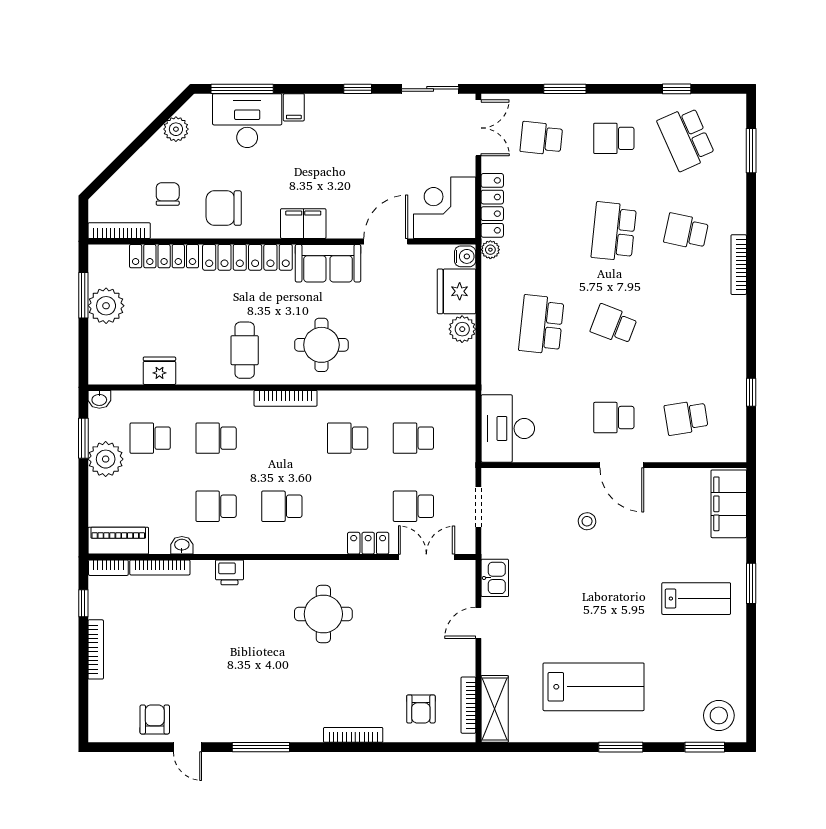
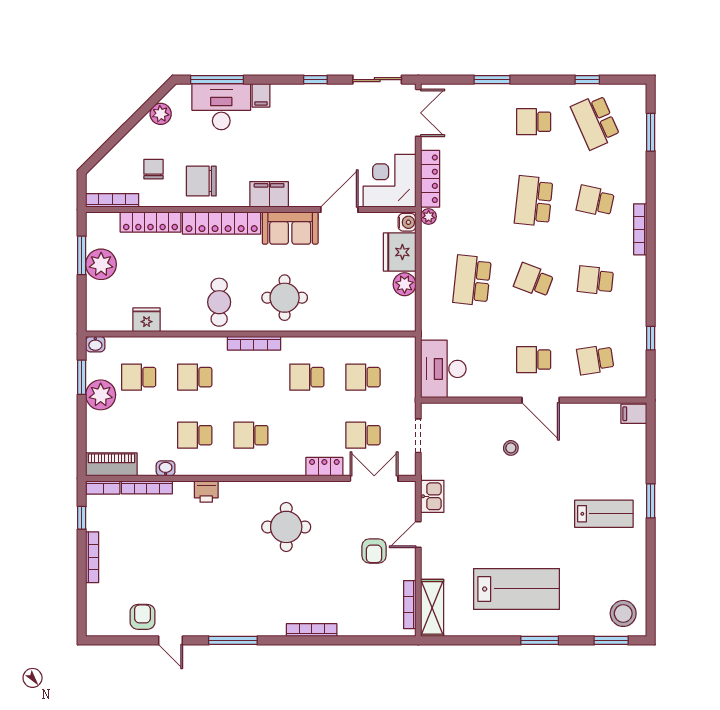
school desk: (541, 138) -> (595, 280), moved
filing cabinet: (729, 504) -> (634, 414), width x0.33, depth x0.86
armchair: (421, 709) -> (374, 551), moved

